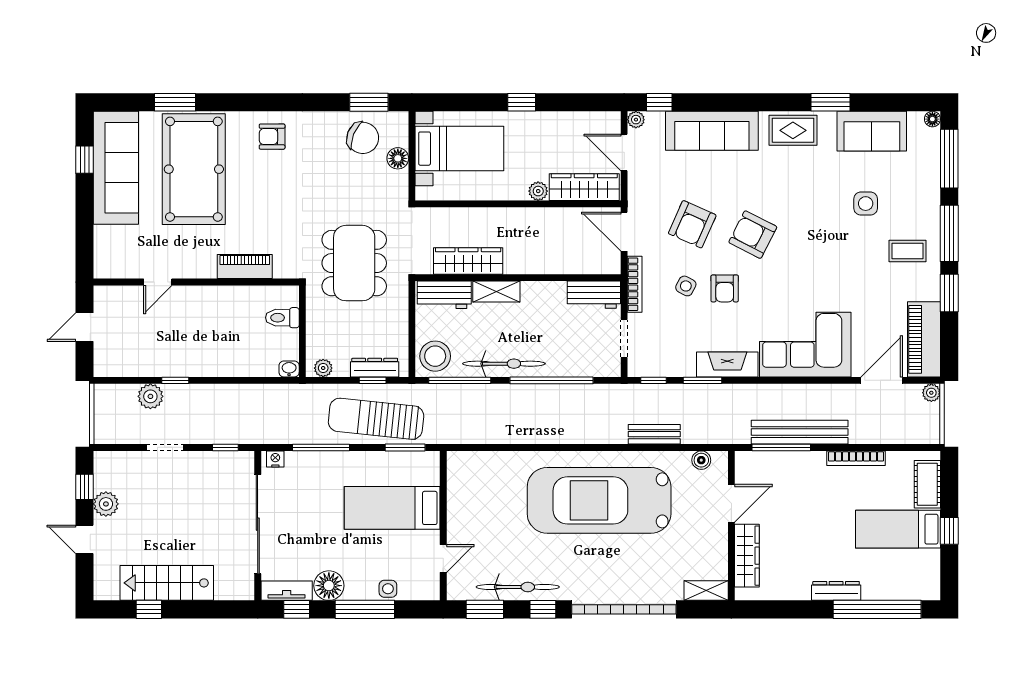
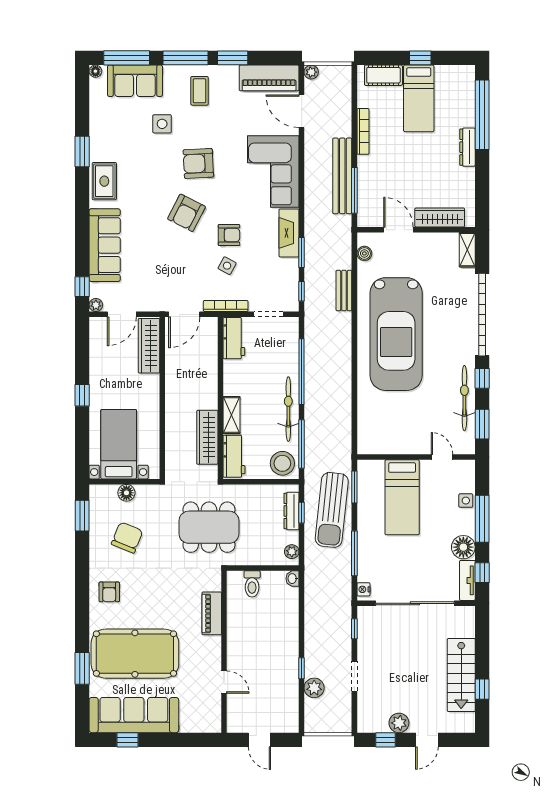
sofa: (872, 131) -> (135, 81), moved, turned 90
chair: (363, 138) -> (127, 538), moved
plant: (538, 191) -> (152, 382), removed
armchair: (692, 224) -> (198, 163), moved, turned 153

